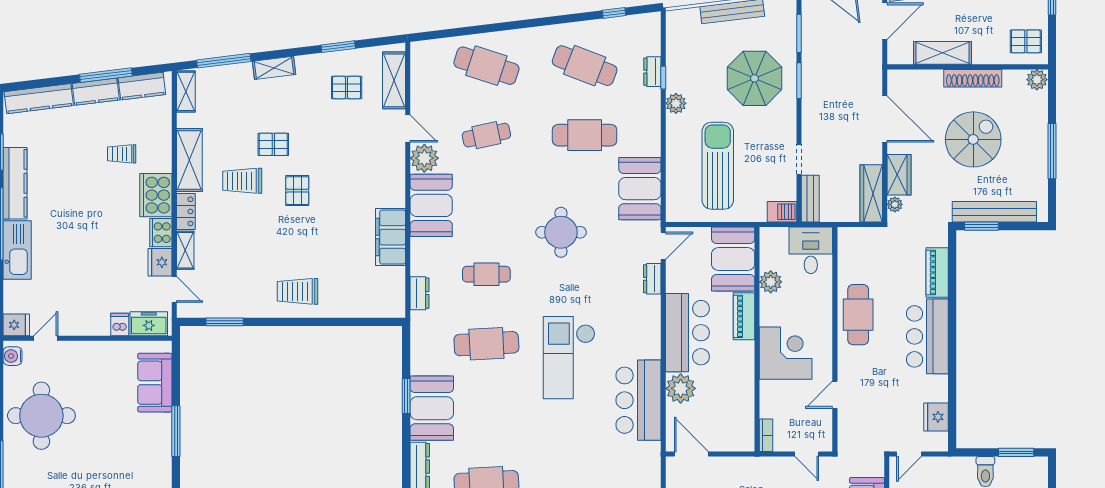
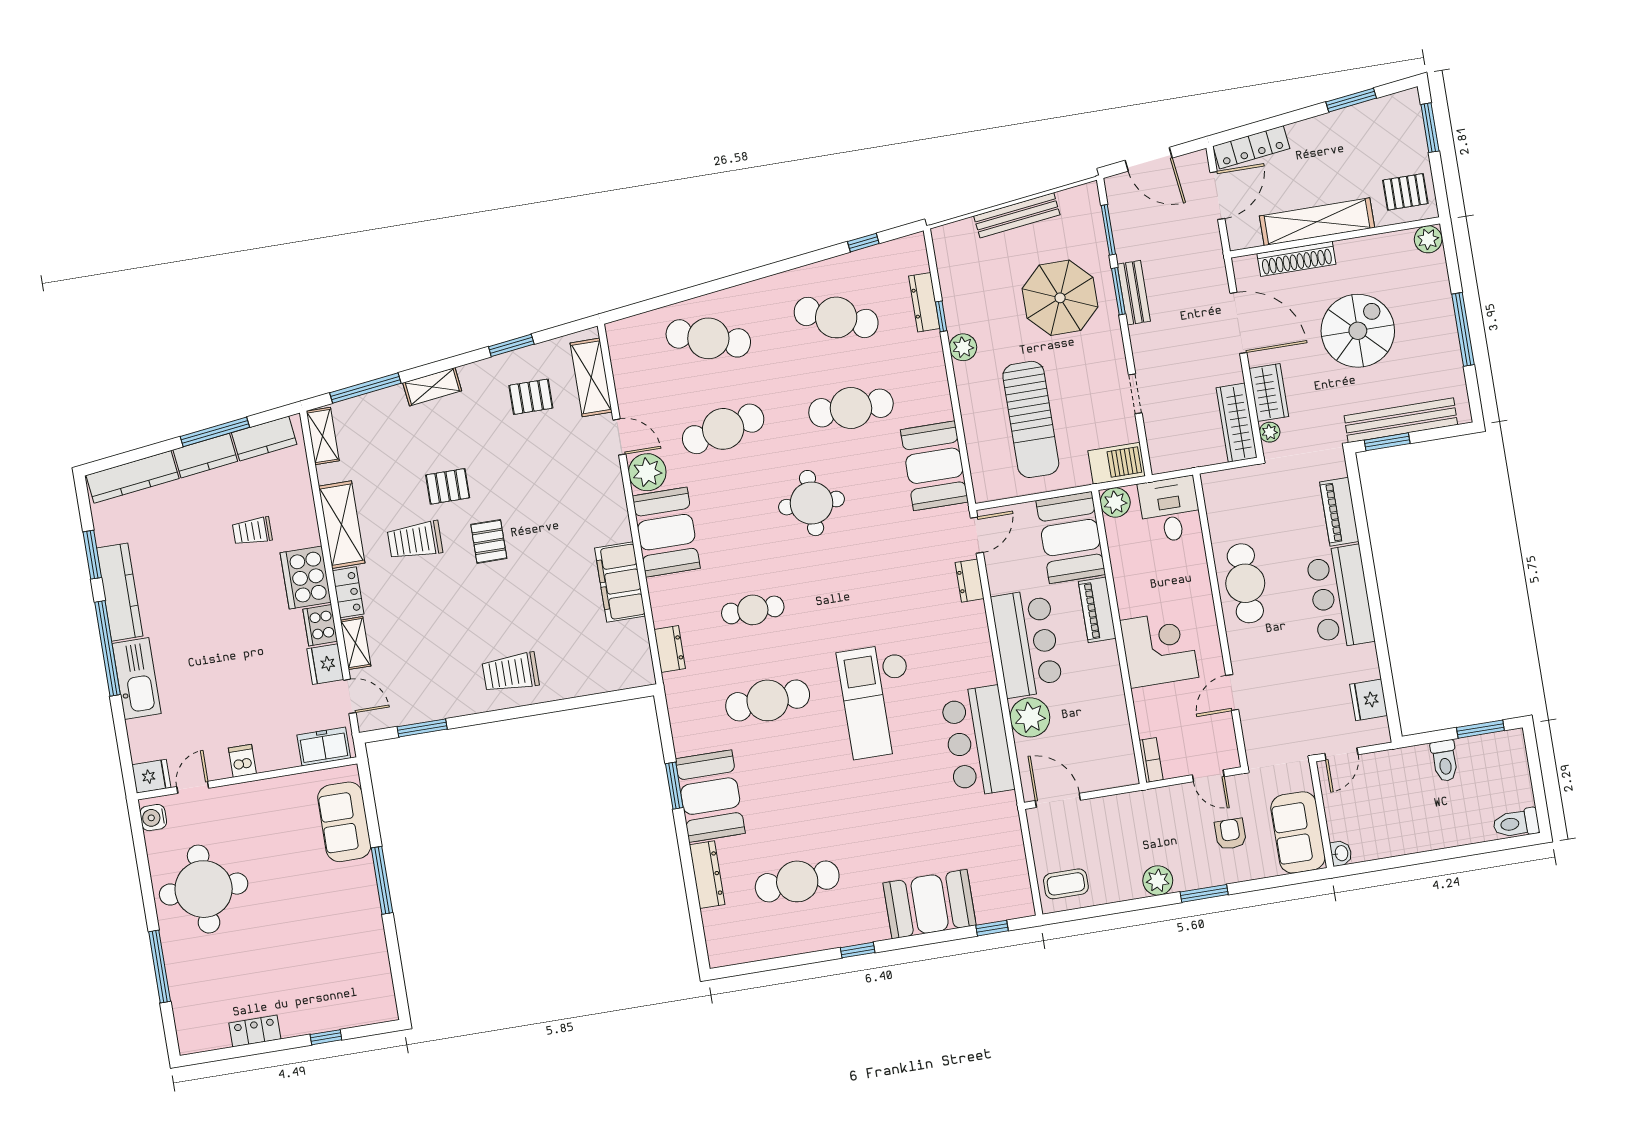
shelving: (943, 53) -> (1317, 222), width x1.47
dresser: (652, 72) -> (924, 302), width x1.44
shoe rack: (973, 78) -> (1296, 259), moved
cafe table: (486, 135) -> (723, 429), width x1.37, depth x1.35
sun lounger: (718, 166) -> (1031, 419), turned 180
bench: (810, 199) -> (1134, 293), moved
barbecue: (782, 212) -> (1117, 463), width x1.38, depth x1.27
round table: (561, 232) -> (812, 503), moved
plant: (771, 282) -> (1115, 502), moved
dishwasher: (120, 324) -> (242, 761), moved

